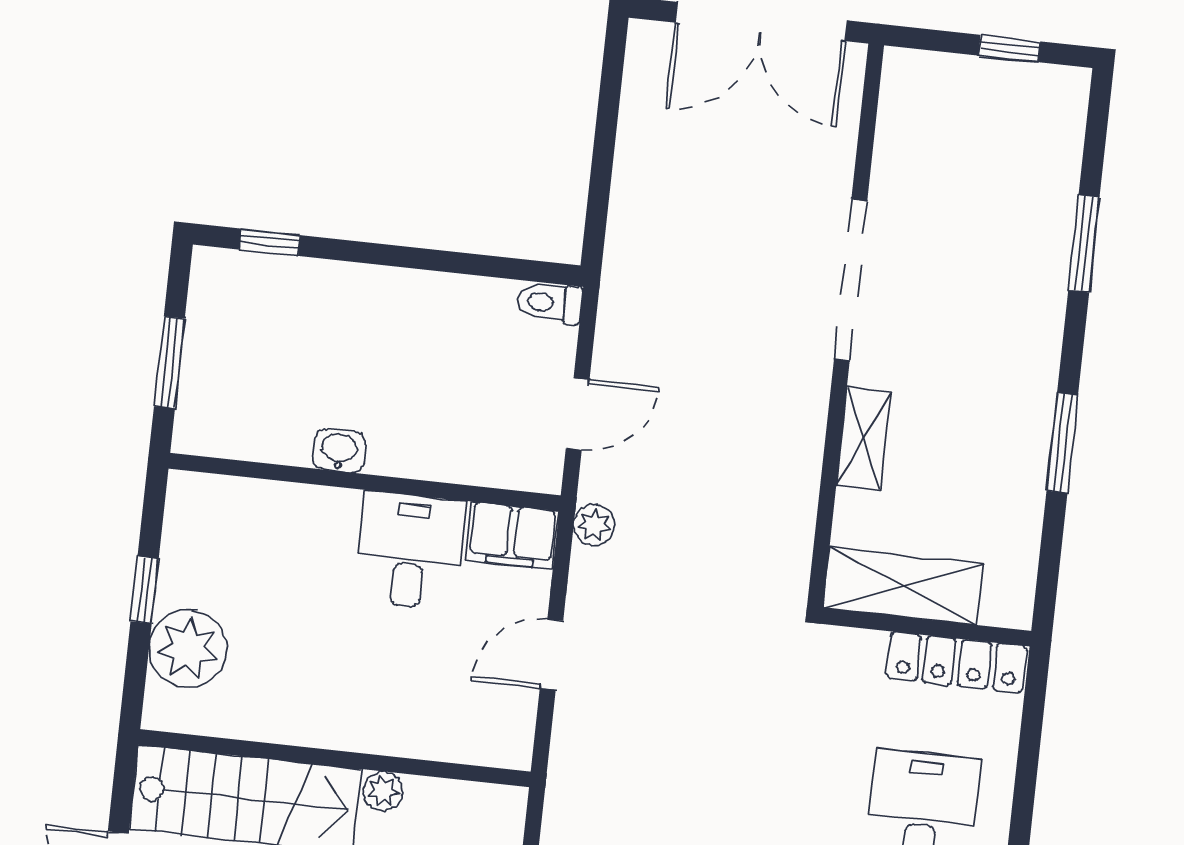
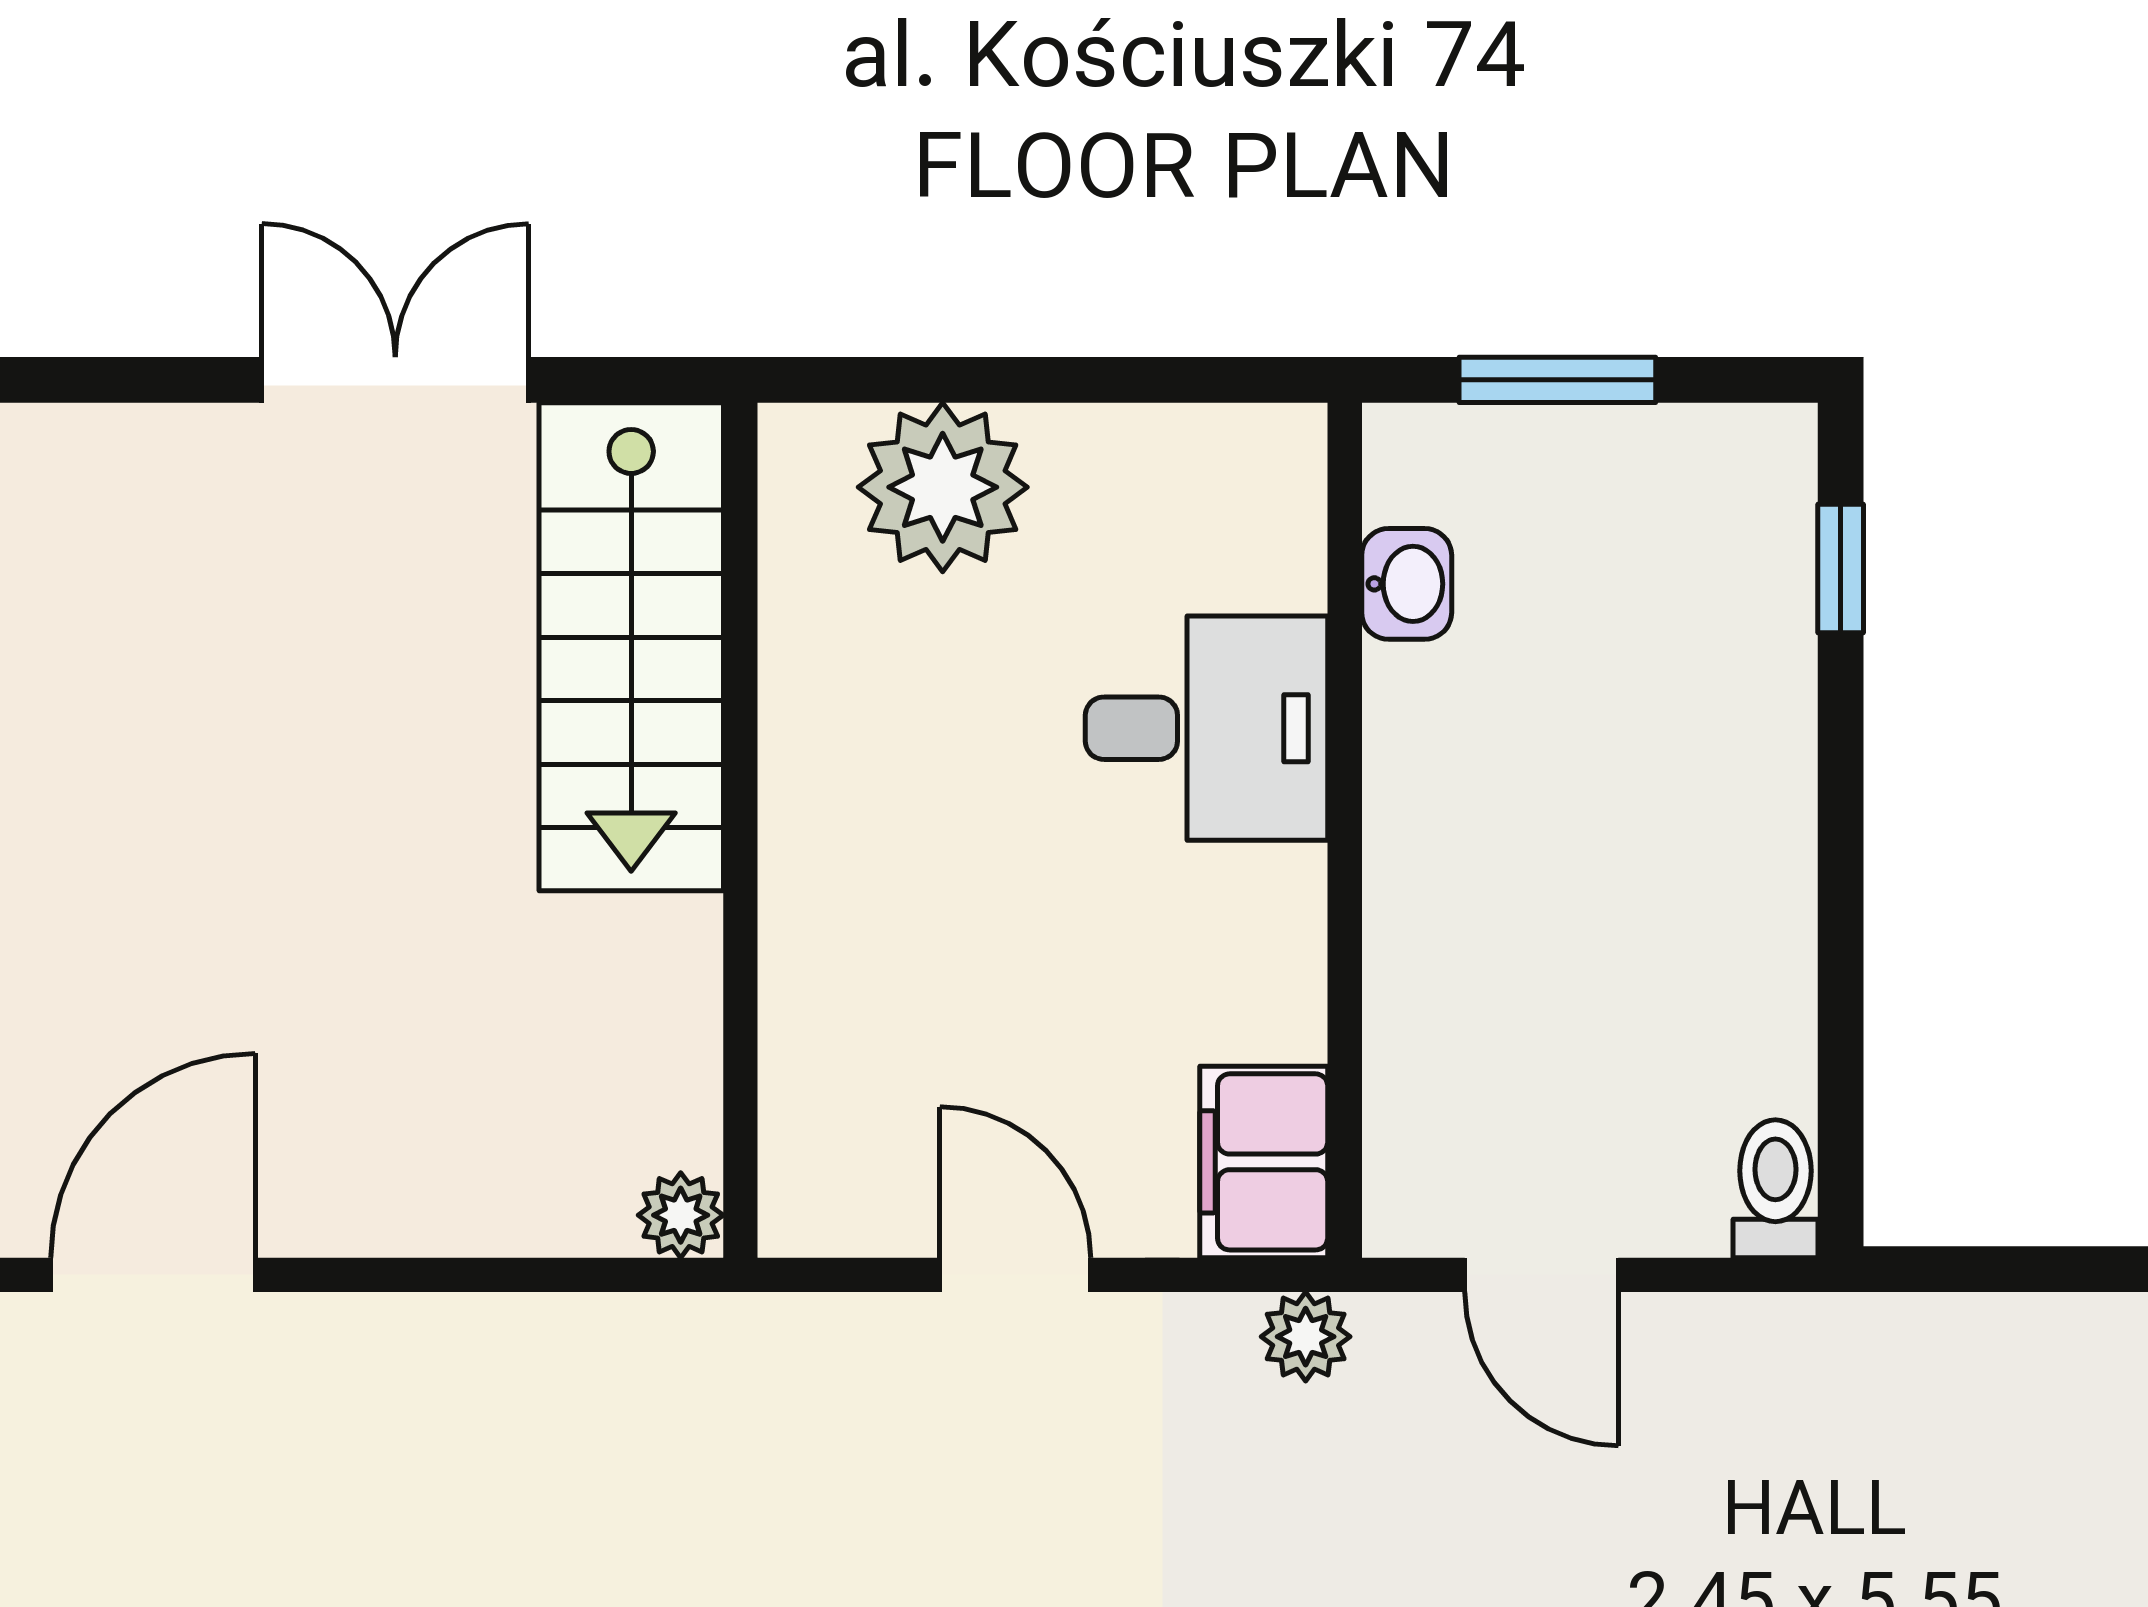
washbasin: (339, 451) -> (1407, 584), moved
desk: (410, 551) -> (1207, 728), moved
window: (145, 590) -> (1060, 380), removed
plant: (383, 791) -> (681, 1215), moved

